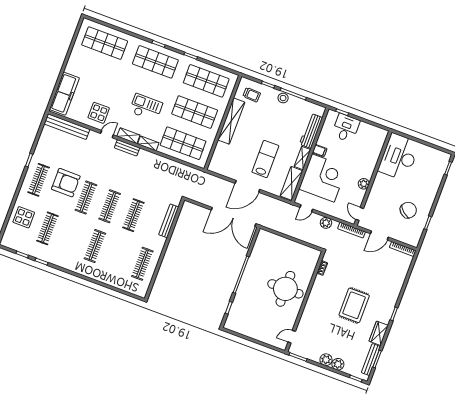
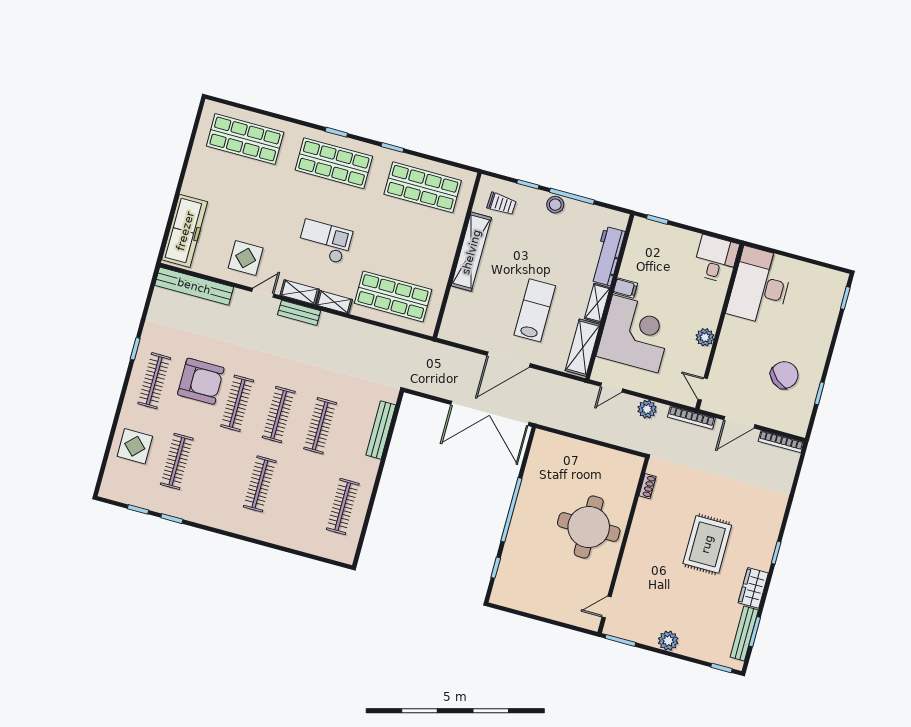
shop shelf: (195, 112) -> (408, 242), removed
desk: (346, 128) -> (716, 259), moved
plant: (338, 364) -> (689, 646), removed

